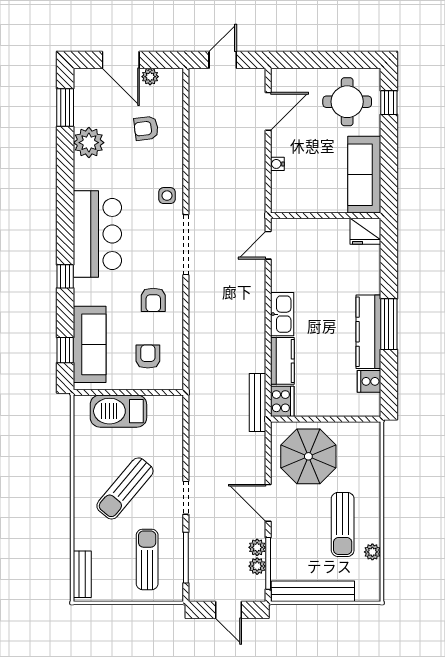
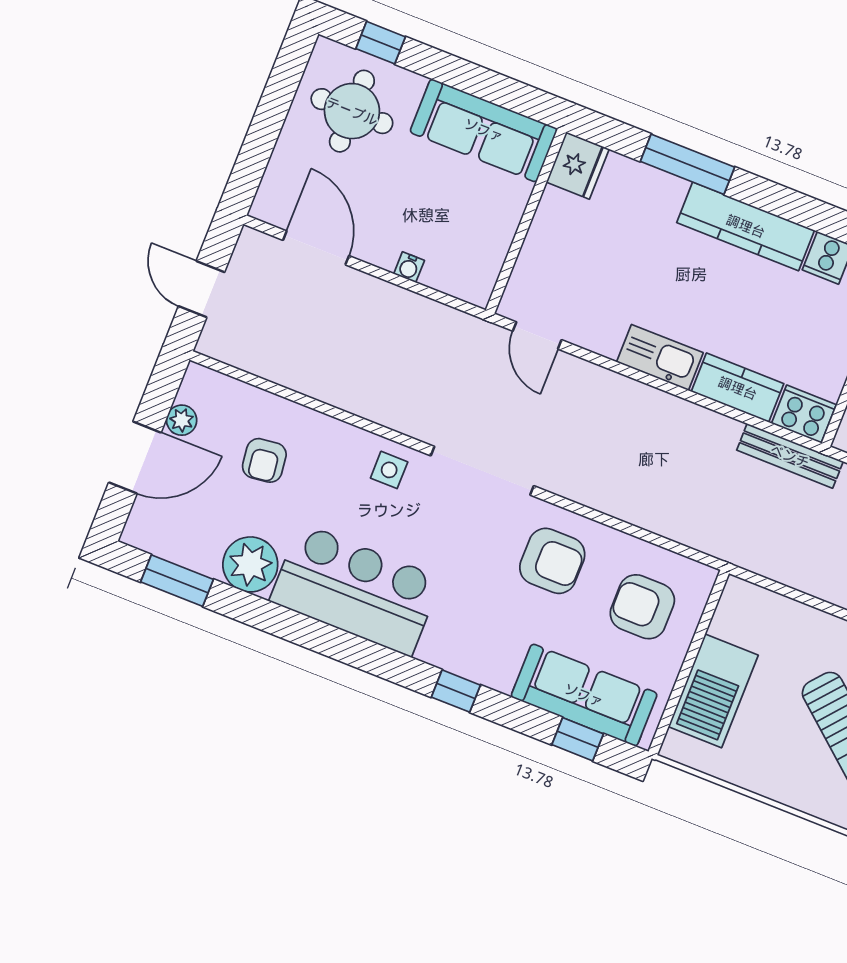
bar counter: (97, 234) -> (356, 590), moved
armchair: (153, 300) -> (552, 561), width x1.38, depth x1.38
window: (389, 324) -> (688, 164), moved
armchair: (148, 357) -> (642, 607), width x1.38, depth x1.38

